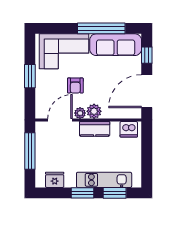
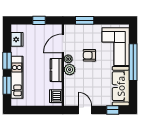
window: (101, 28) -> (133, 62), moved
window: (30, 76) -> (85, 20), moved
door: (147, 91) -> (85, 110), width x0.53
door: (60, 120) -> (63, 43), swing flipped
window: (30, 151) -> (39, 20), width x0.46

